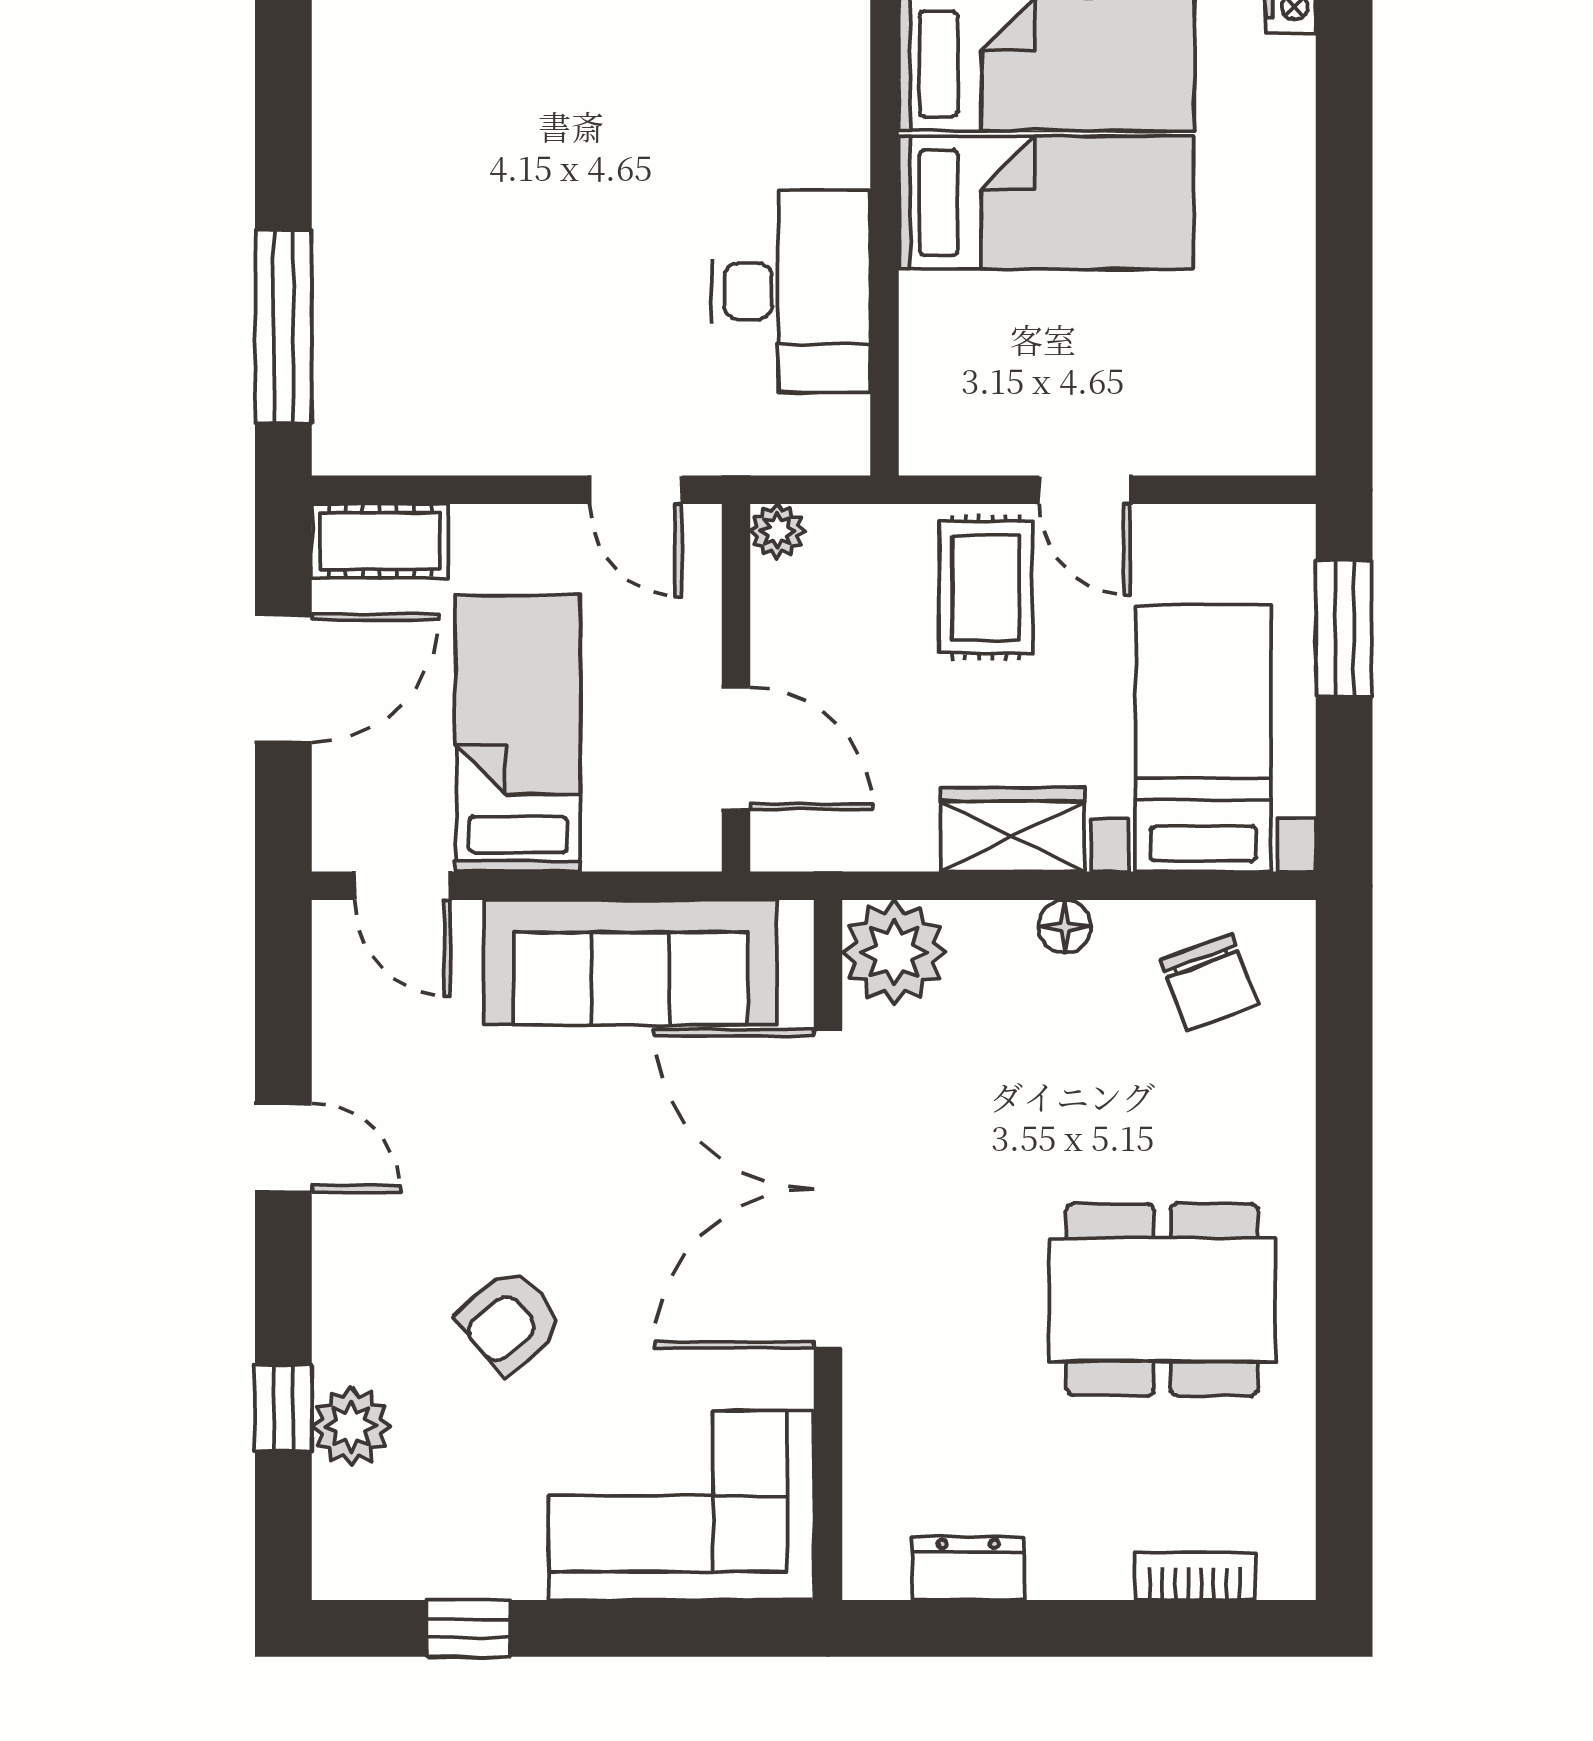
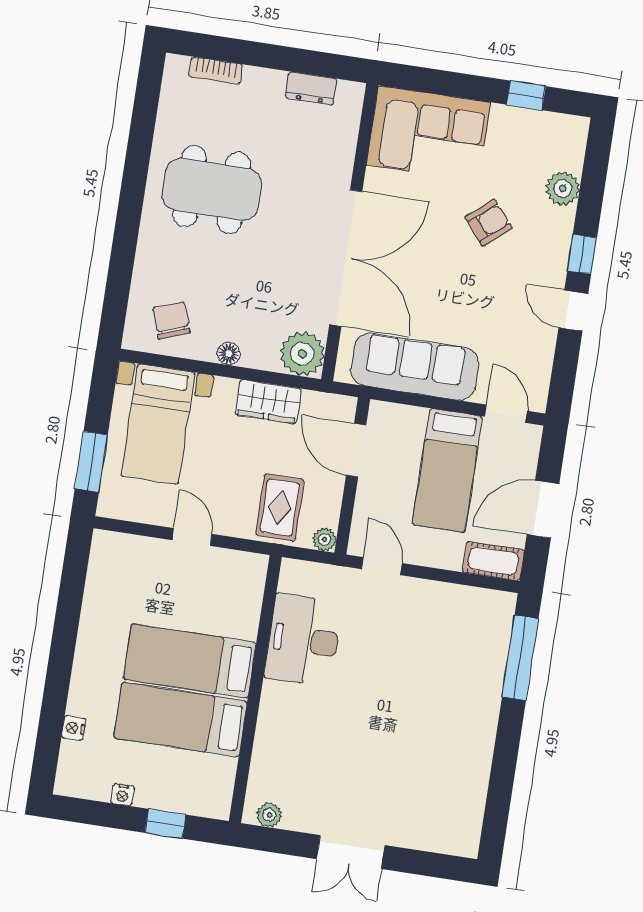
rug: (986, 588) -> (280, 507), moved
wardrobe: (1013, 830) -> (268, 402), moved
window: (283, 1408) -> (582, 254), moved

